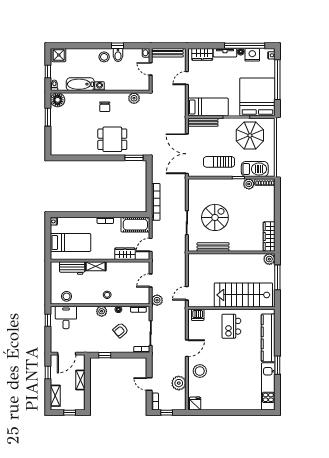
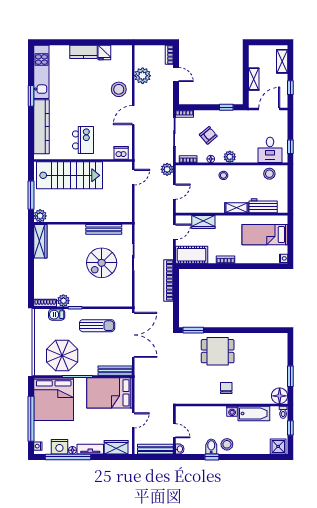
plant: (134, 98) -> (193, 398), removed
bed: (208, 107) -> (109, 393), width x1.50
barbecue: (255, 169) -> (57, 315), width x0.53, depth x0.65
fridge: (195, 404) -> (104, 52), moved
kitchen counter: (231, 404) -> (84, 52), added
window: (70, 413) -> (266, 42), removed
window: (167, 413) -> (156, 42), removed

